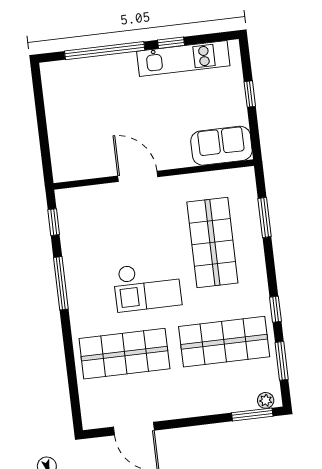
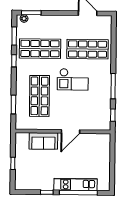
kitchen unit: (183, 58) -> (76, 184), moved
sofa: (221, 146) -> (43, 141), moved
door: (138, 176) -> (70, 132), hinge flipped
checkout: (147, 286) -> (73, 79), turned 180

